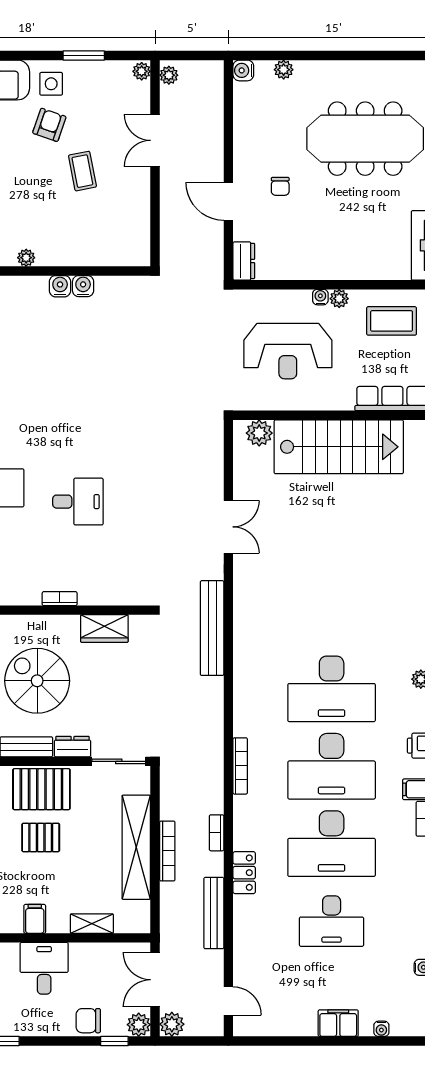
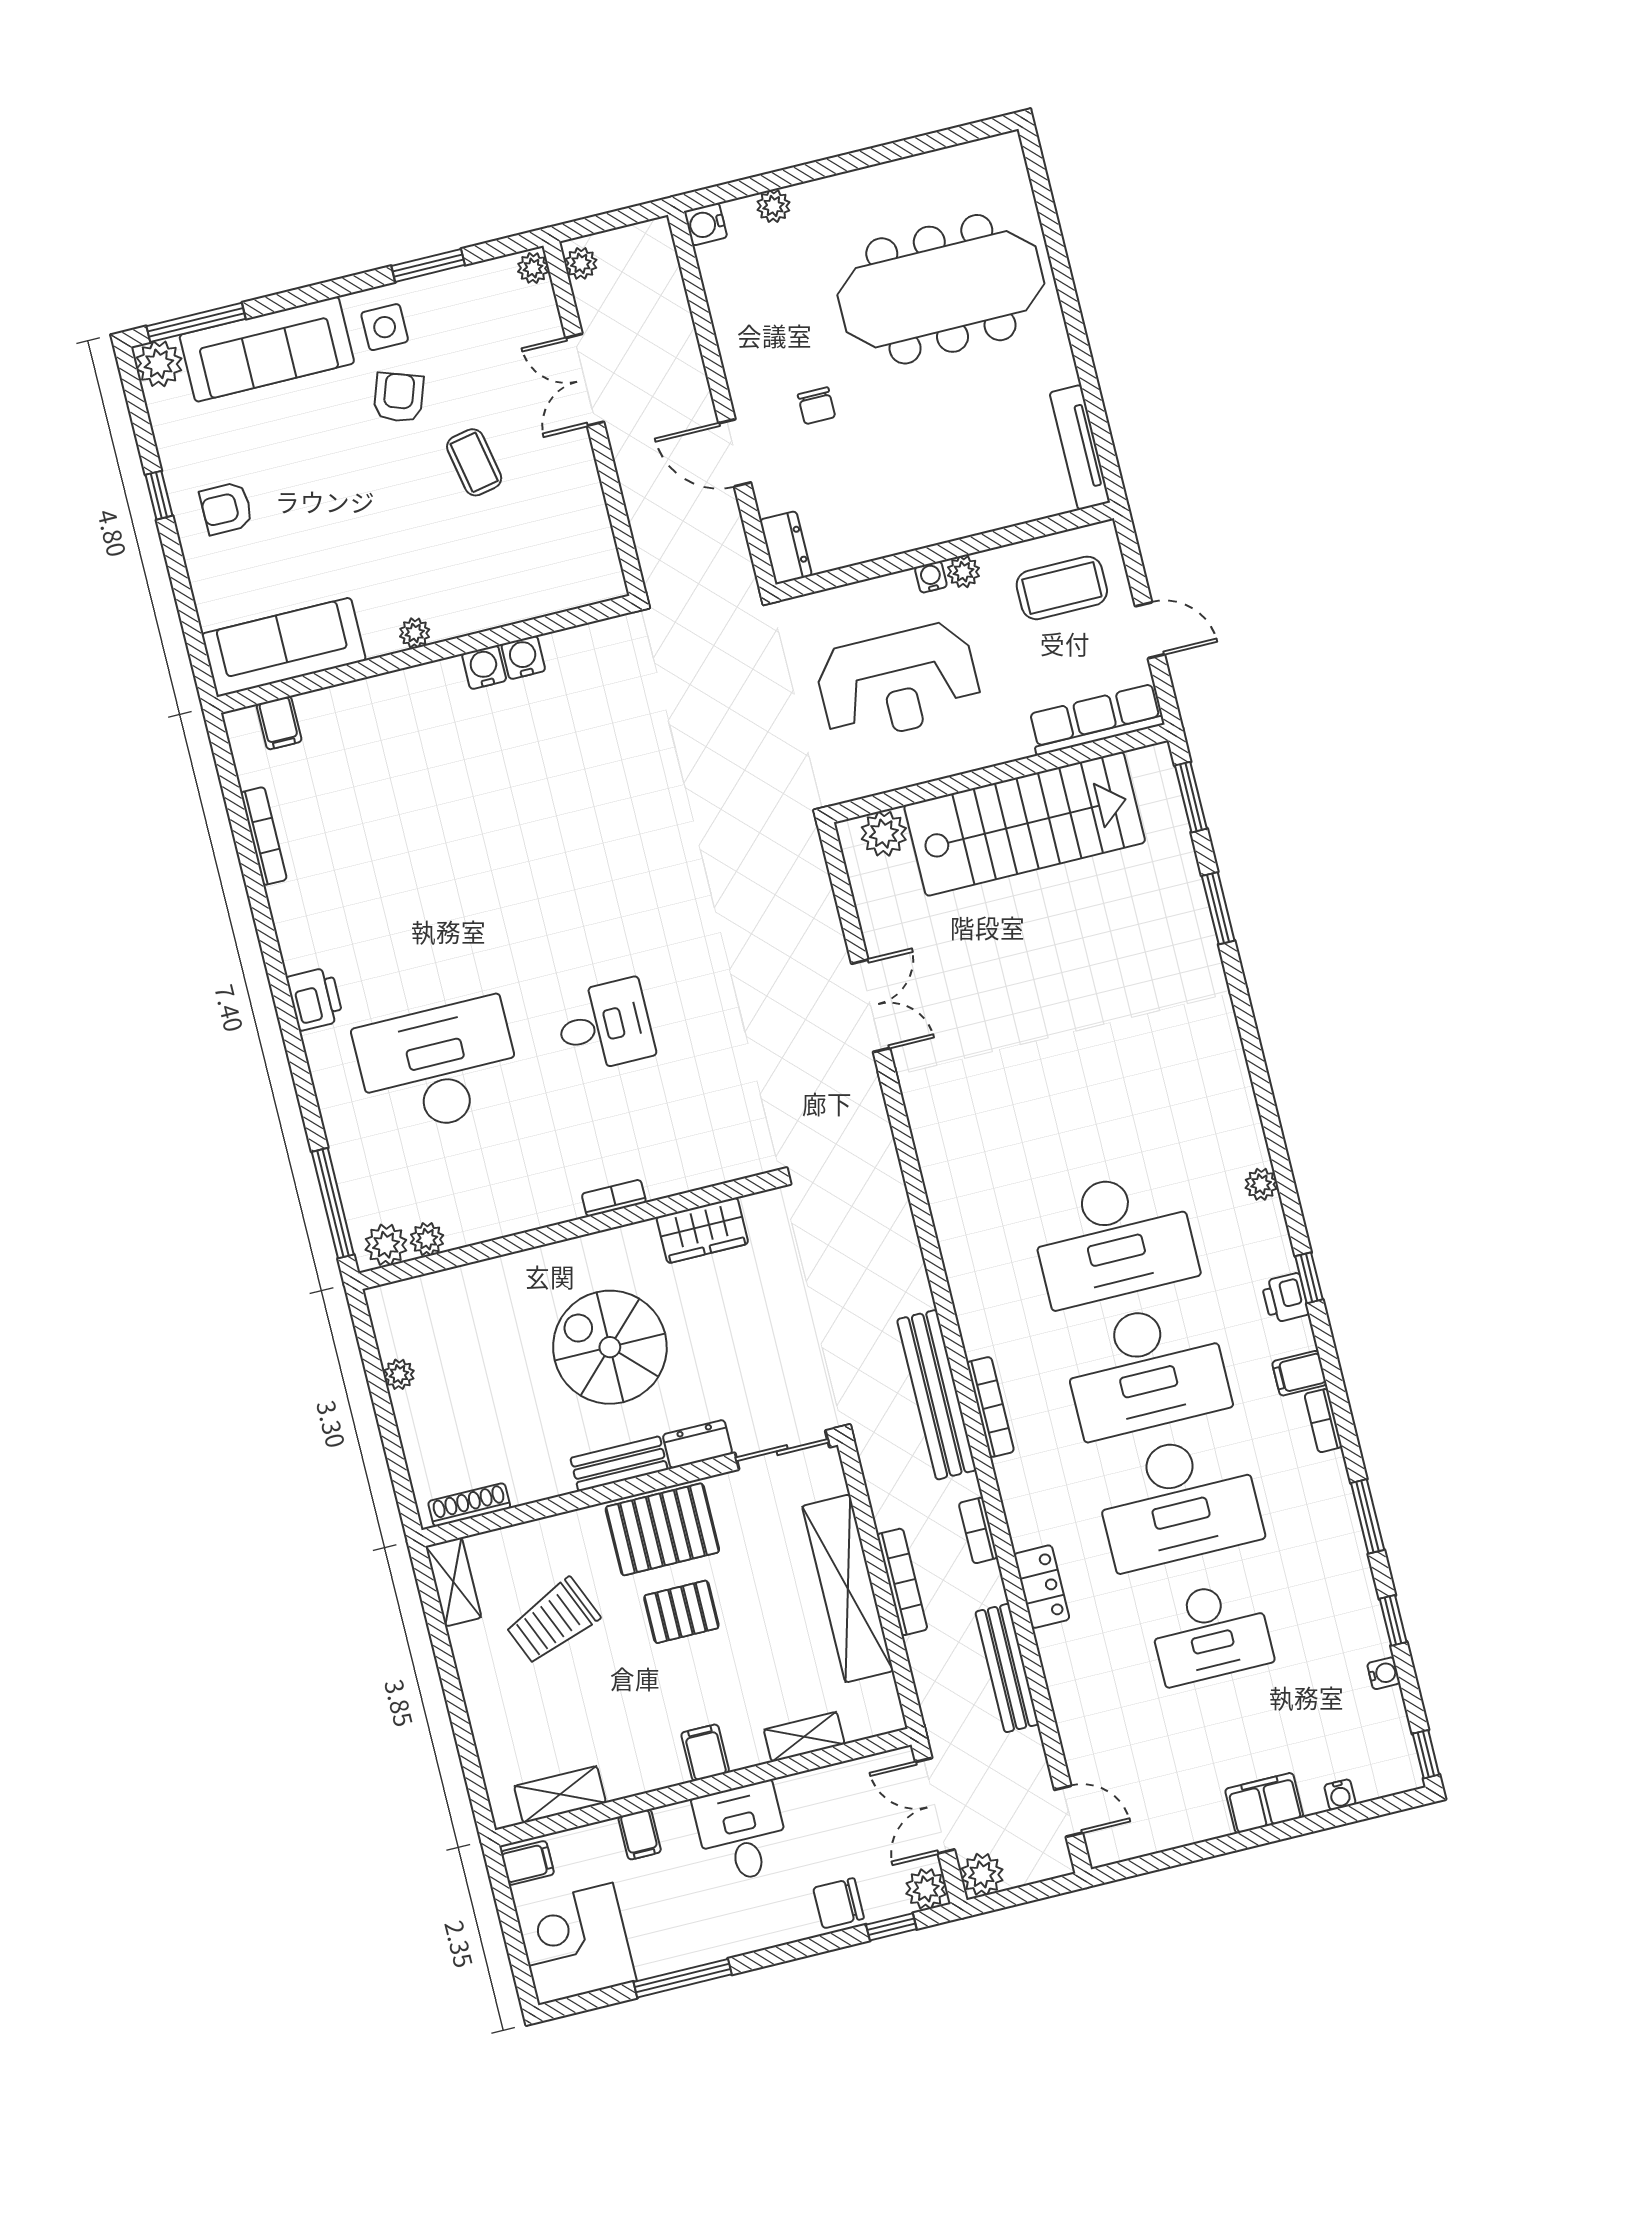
bench: (212, 628) -> (937, 1395), moved

